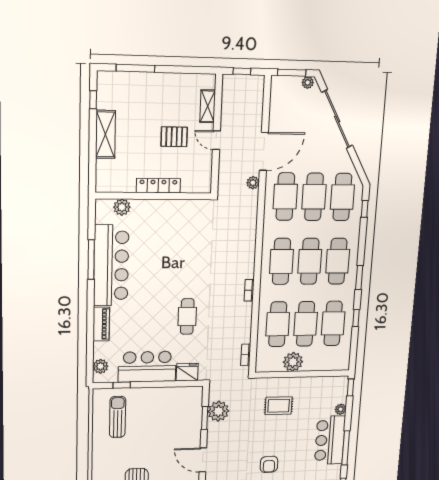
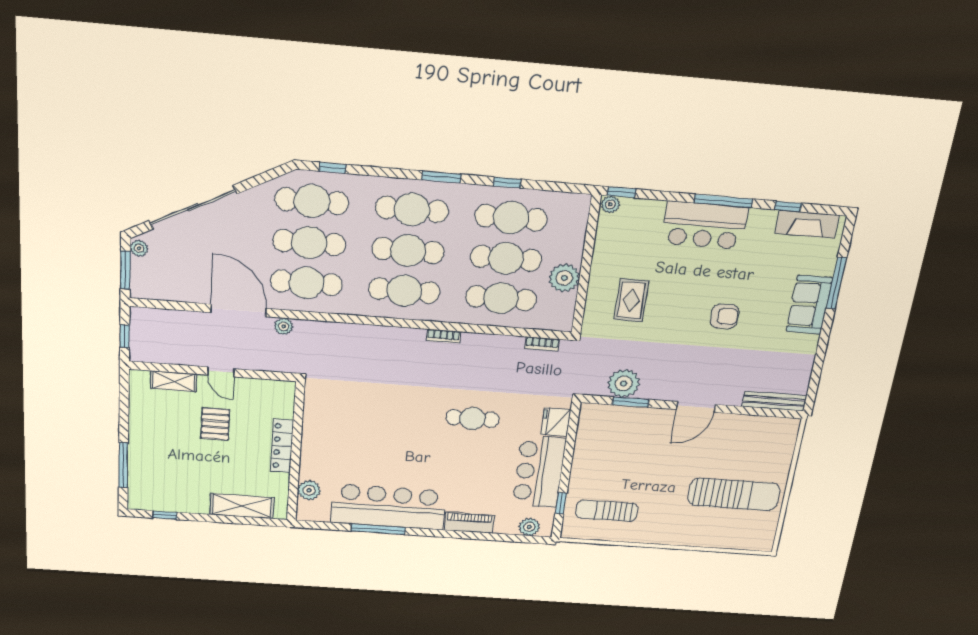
shelving: (105, 134) -> (242, 506), moved
door: (216, 140) -> (221, 372), hinge flipped
plant: (341, 409) -> (610, 204), moved

